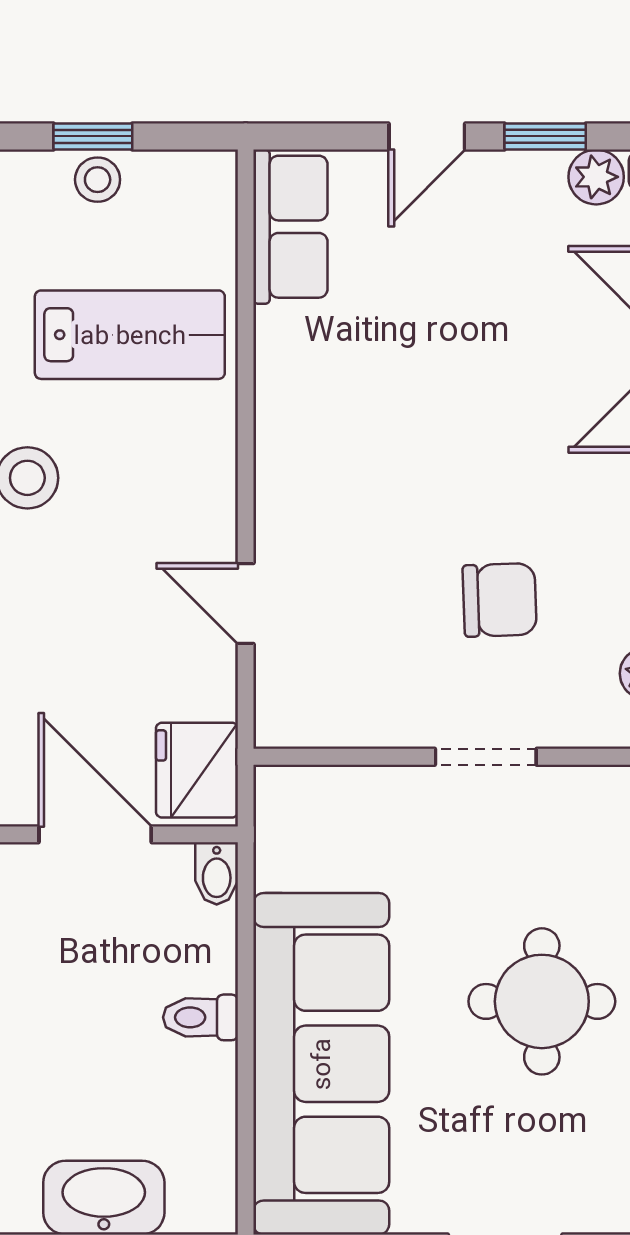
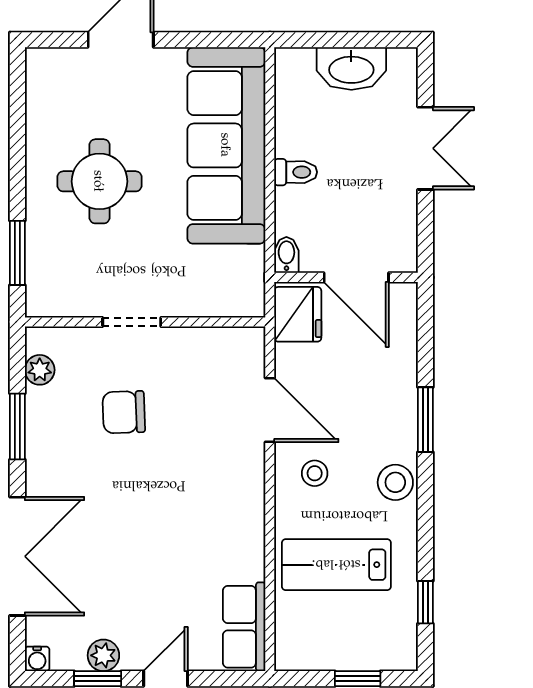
plant: (596, 177) -> (103, 655), moved
stool: (98, 180) -> (315, 473), moved
door: (246, 604) -> (270, 410), width x1.38

